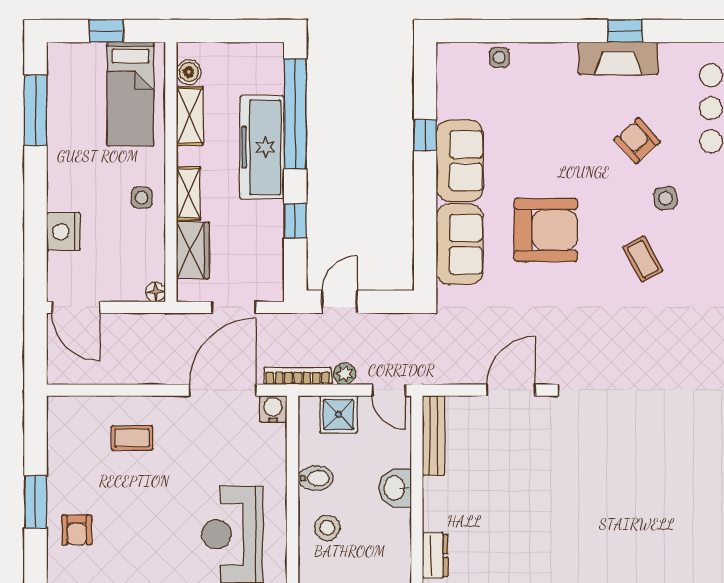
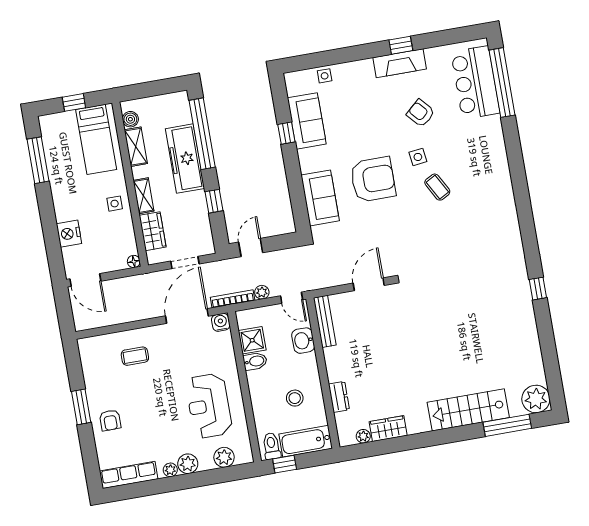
sofa: (460, 161) -> (307, 121), moved
side table: (665, 198) -> (418, 157), moved
shower: (339, 414) -> (252, 340), moved
washbasin: (395, 488) -> (303, 341), moved
stool: (327, 528) -> (295, 398), moved

